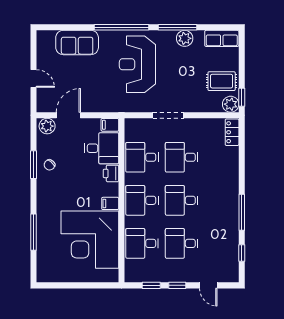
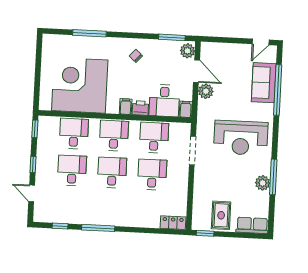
window: (121, 27) -> (278, 90), moved
row of seats: (222, 38) -> (252, 225), moved, turned 90
reception desk: (137, 64) -> (241, 138), turned 180
door: (34, 79) -> (261, 42), moved
plant: (231, 104) -> (206, 91), moved
doorway: (168, 115) -> (192, 150), moved
window: (34, 165) -> (172, 37), moved
chair: (49, 165) -> (136, 56), moved
filing cabinet: (110, 203) -> (126, 107), moved
window: (151, 285) -> (35, 129), moved
door: (208, 285) -> (32, 193), hinge flipped

